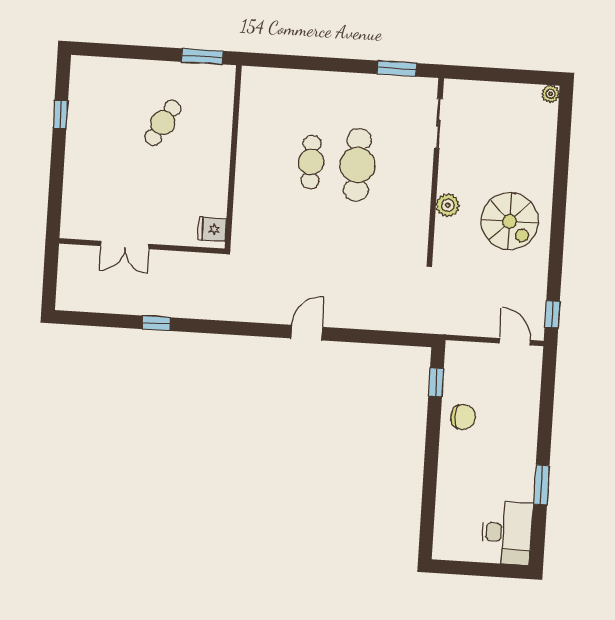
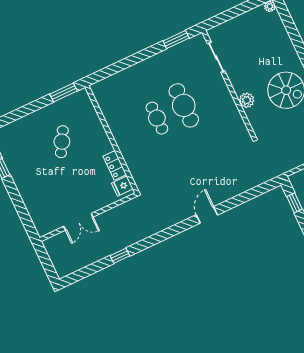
locker: (217, 195) -> (115, 165), added

